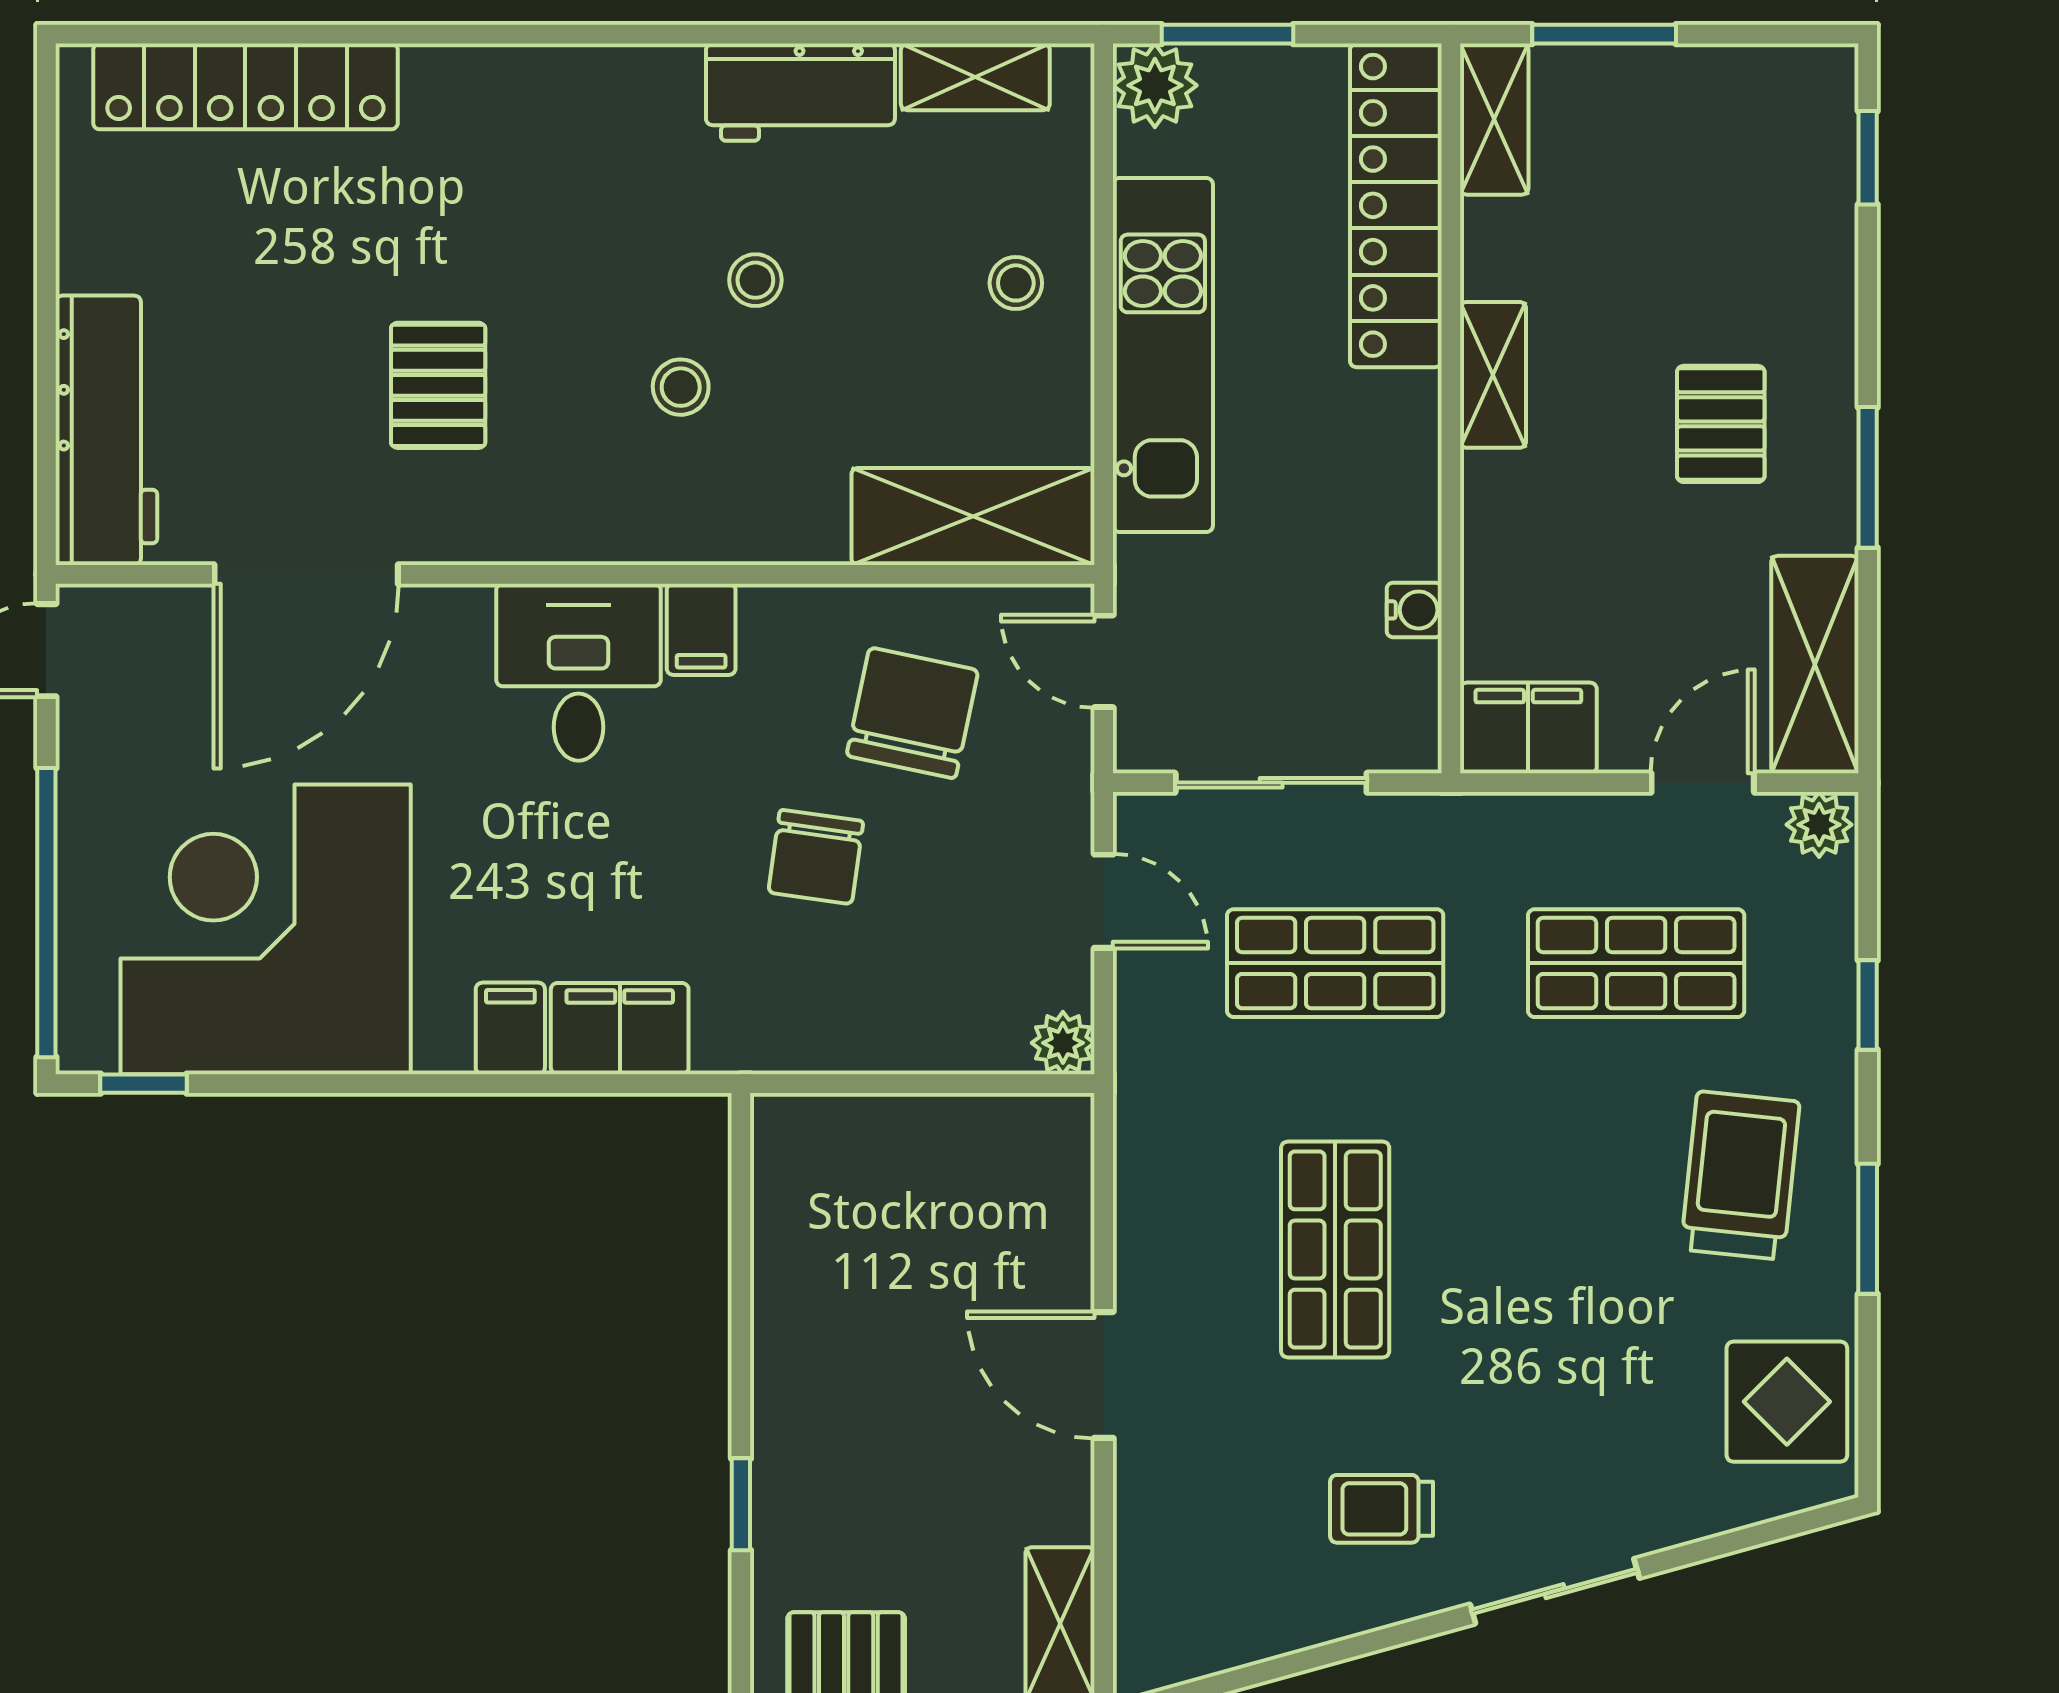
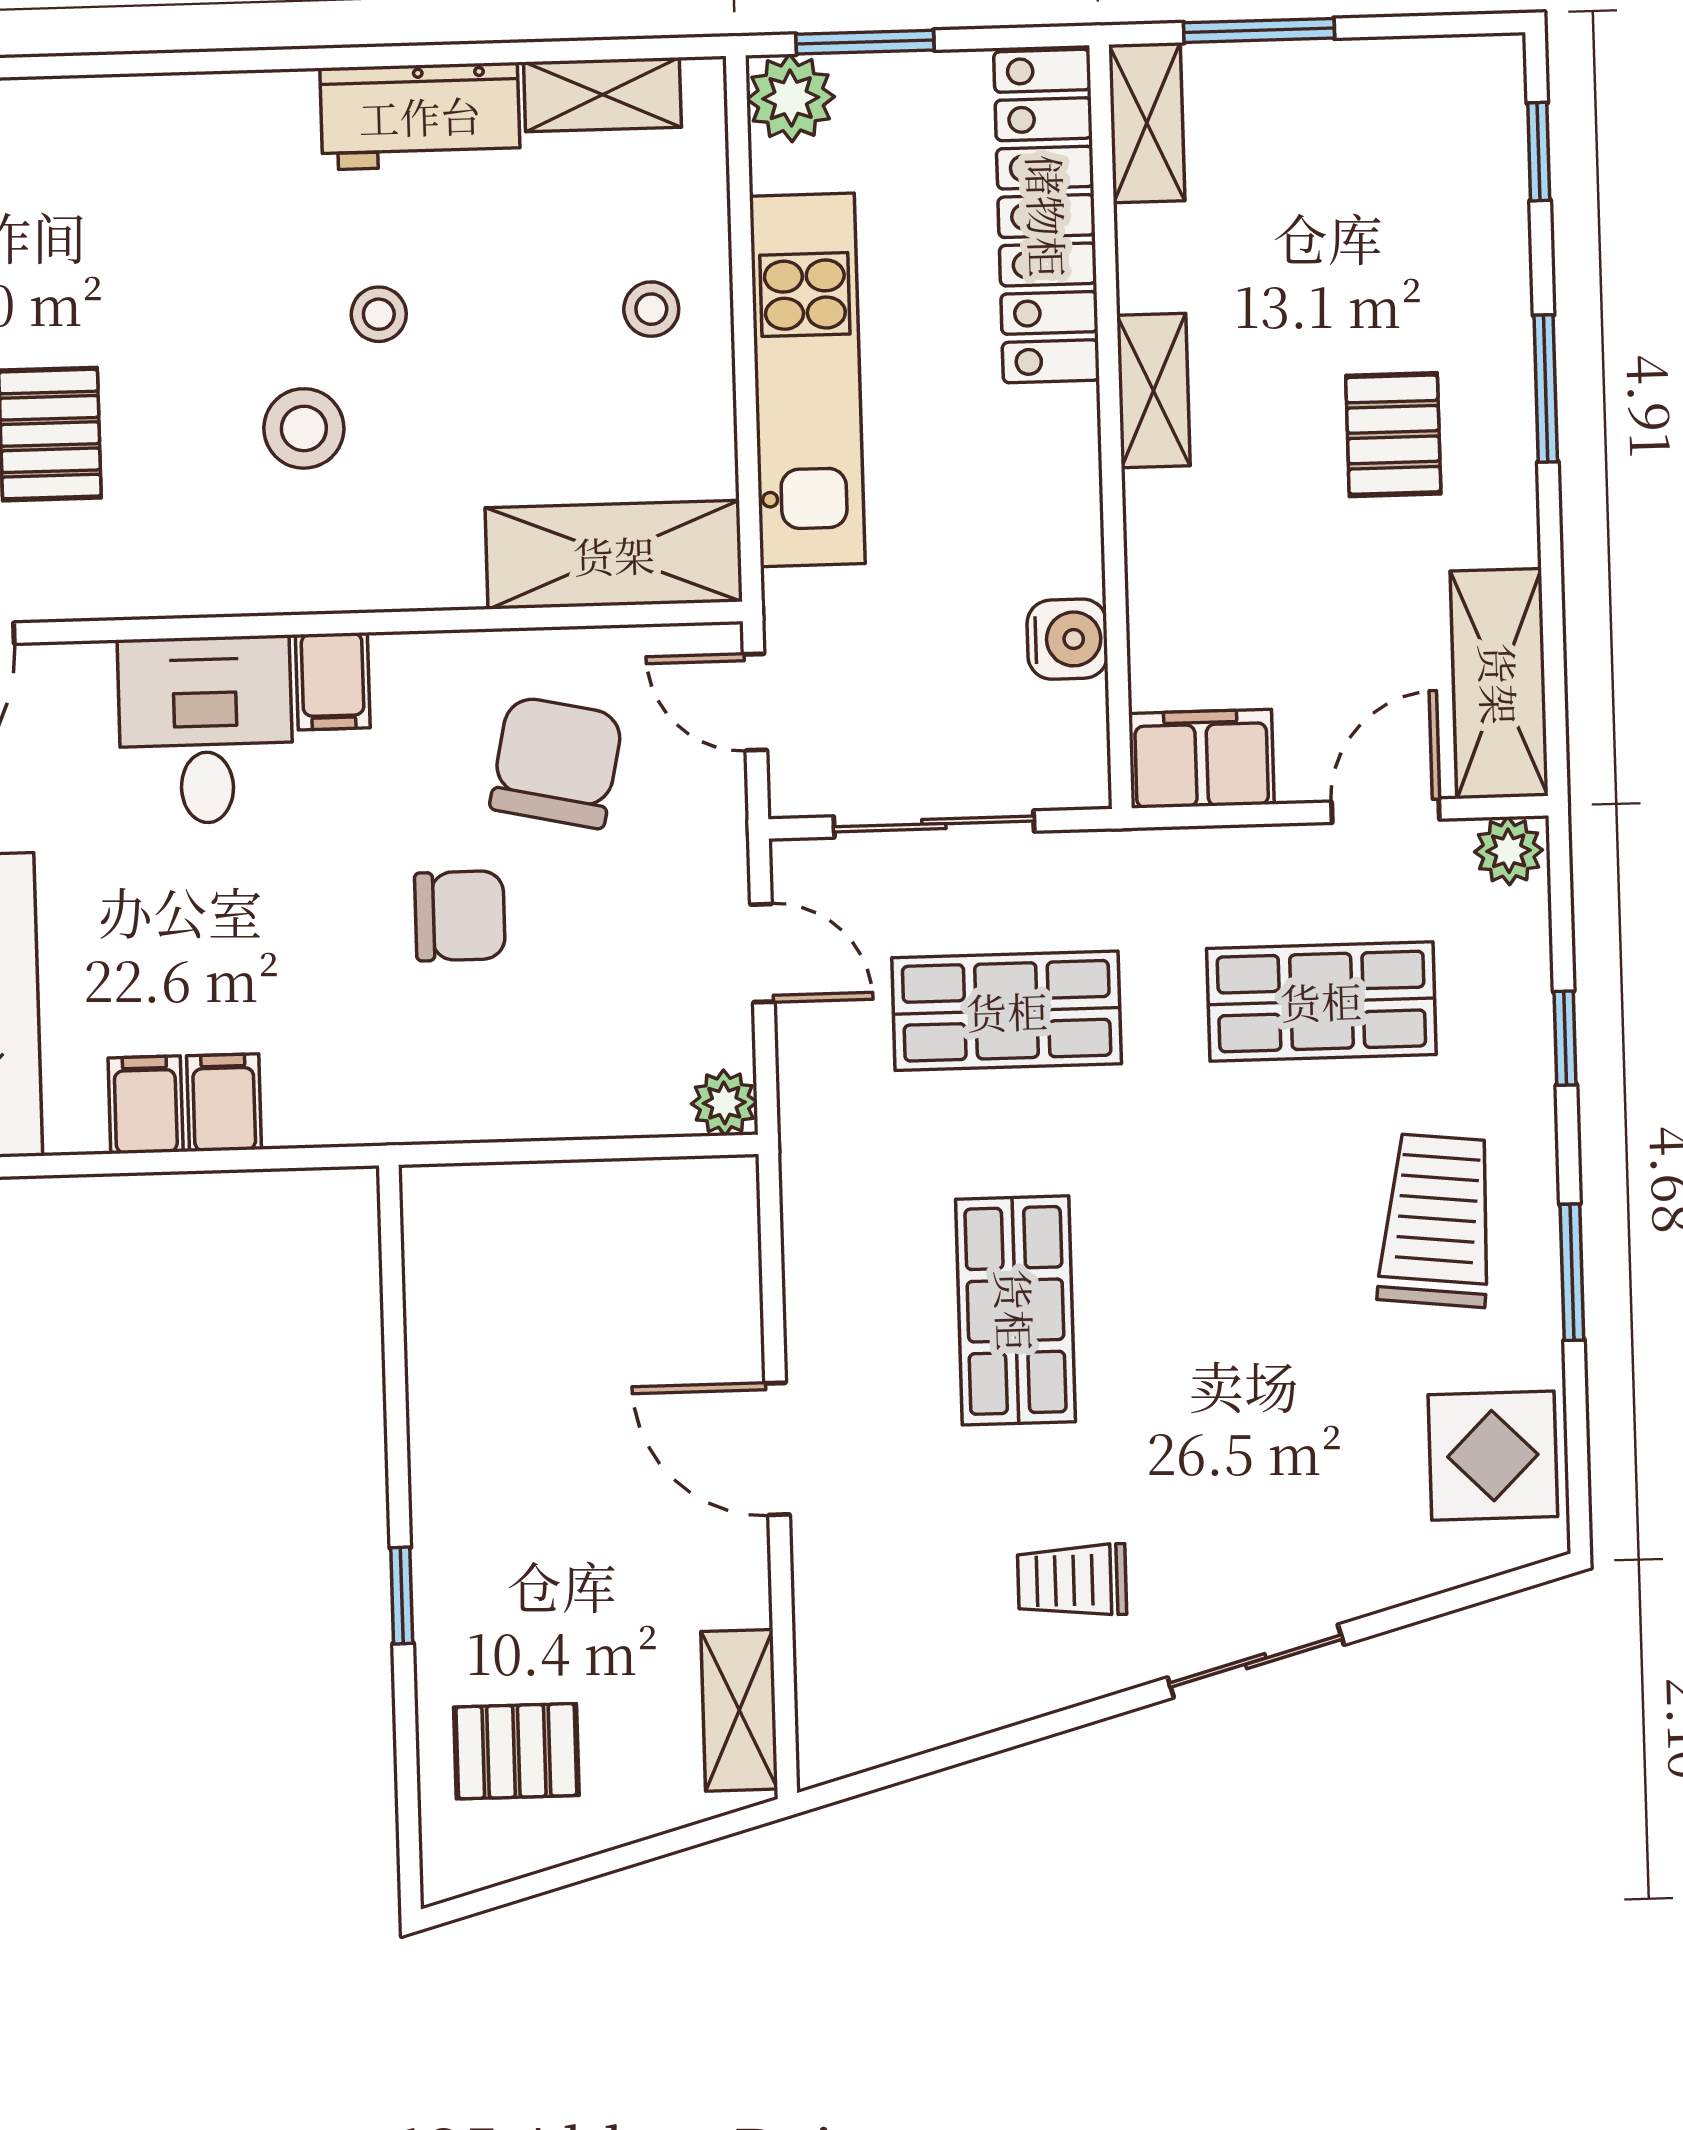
stool: (681, 387) -> (304, 428), width x1.37, depth x1.37
window: (1868, 477) -> (1546, 389), moved
water cooler: (1414, 610) -> (1067, 639), width x1.38, depth x1.38
chair: (816, 857) -> (460, 916), turned -98
filing cabinet: (620, 1029) -> (224, 1103), width x0.50

